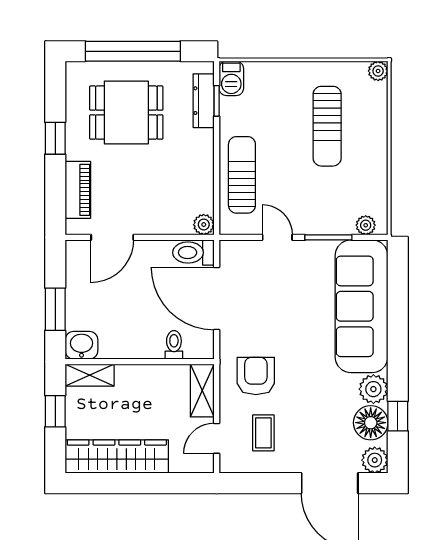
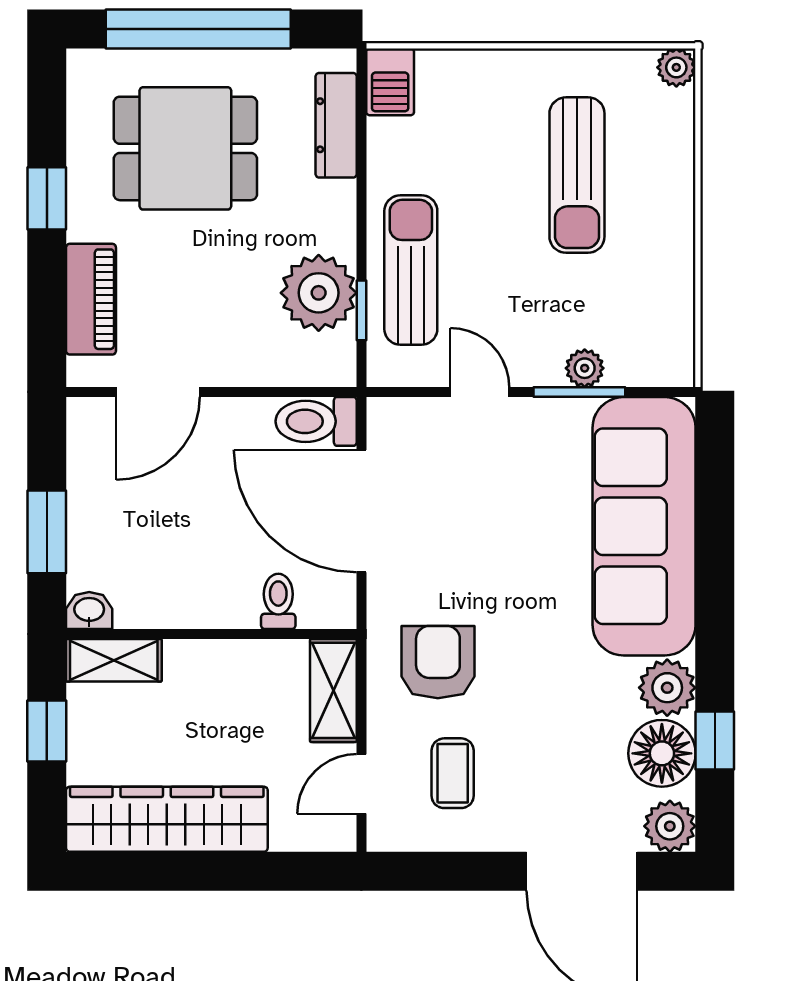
window: (217, 101) -> (361, 310), moved
plant: (204, 225) -> (319, 293), moved, width x1.87, depth x1.87
plant: (366, 225) -> (585, 368), moved
washbasin: (82, 345) -> (89, 611), width x0.72, depth x0.69

